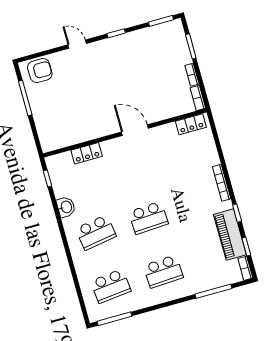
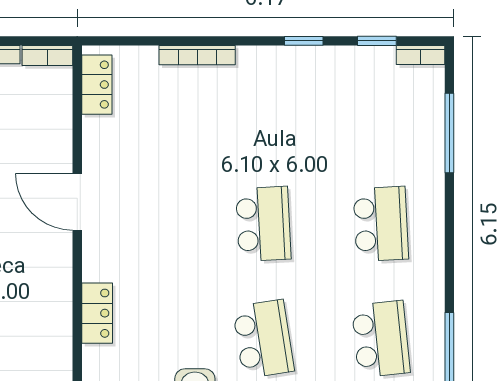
door: (135, 130) -> (77, 202), hinge flipped
bookcase: (222, 183) -> (197, 55), moved
piano: (230, 235) -> (343, 67), removed

